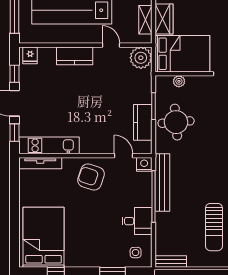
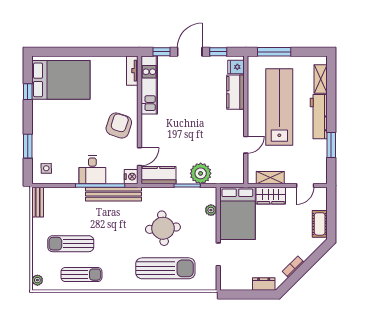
kitchen counter: (75, 56) -> (235, 92), moved
plant: (141, 58) -> (201, 173), moved
kitchen counter: (143, 122) -> (159, 175), moved
round table: (176, 122) -> (163, 228), moved
tv unit: (40, 163) -> (132, 71), width x0.71
desk: (137, 221) -> (92, 170), moved

